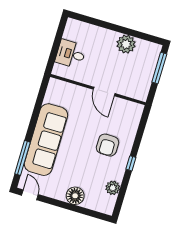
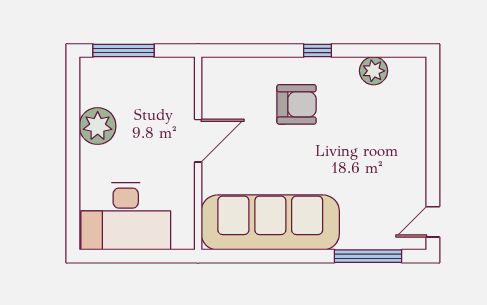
desk: (71, 54) -> (126, 216), width x1.87, depth x1.30
sofa: (46, 140) -> (270, 222), moved
floor lamp: (75, 196) -> (409, 137), removed

